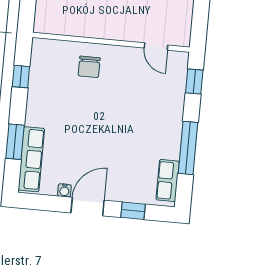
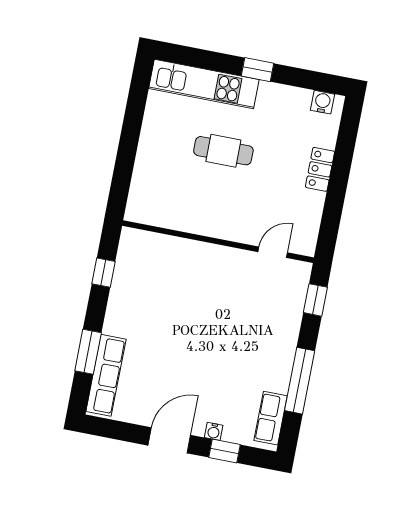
door: (156, 46) -> (273, 252), swing flipped
chair: (89, 67) -> (188, 269), removed
water cooler: (64, 190) -> (214, 431), moved

